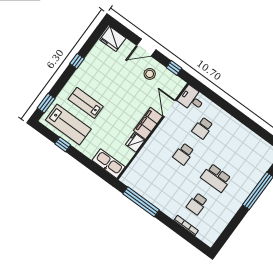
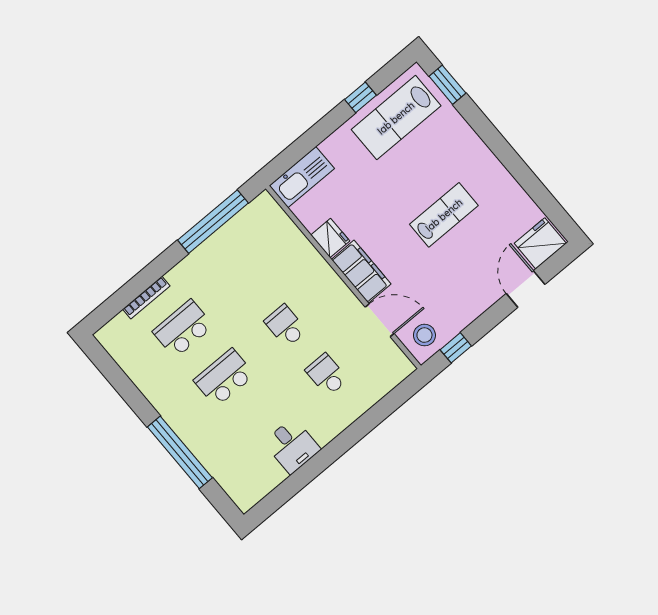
door: (146, 48) -> (526, 289), moved
window: (77, 61) -> (514, 164), removed
stool: (150, 74) -> (424, 335), moved
desk: (192, 99) -> (292, 446), moved, turned 90
lab bench: (86, 103) -> (444, 215), moved
school desk: (197, 204) -> (183, 329), width x1.85

